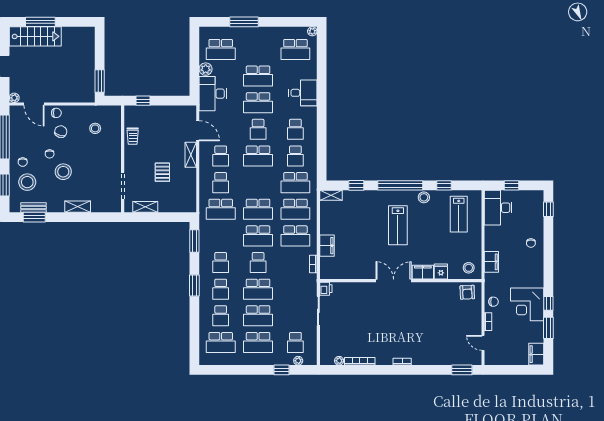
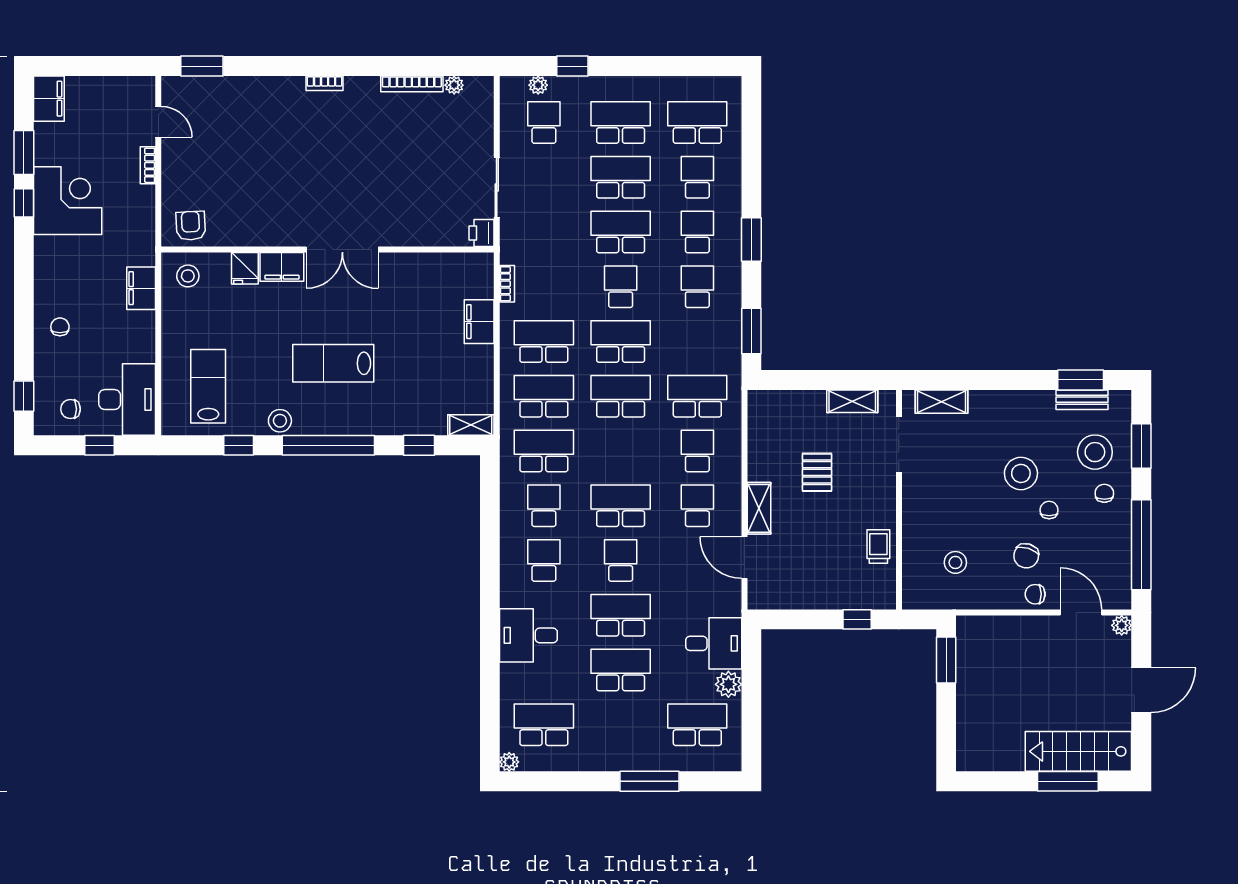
desk: (213, 94) -> (714, 643), width x0.73
shelving: (78, 207) -> (941, 402), moved
lab bench: (398, 225) -> (333, 363), turned -90
chair: (494, 302) -> (70, 409), moved

